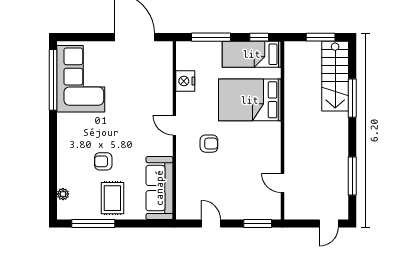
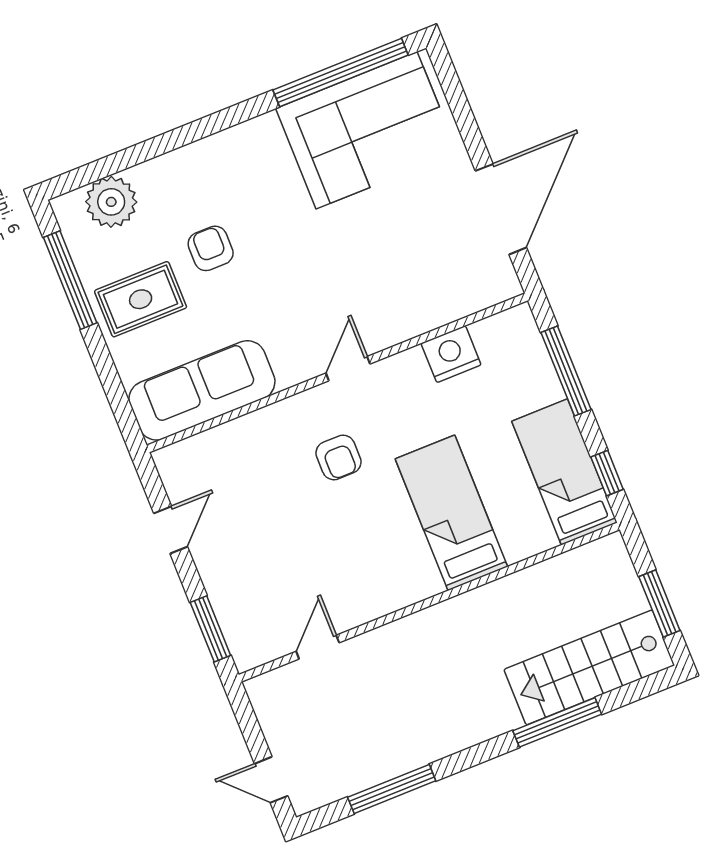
bed: (250, 100) -> (451, 513), width x0.67
plant: (63, 194) -> (111, 202), width x1.88, depth x1.88

